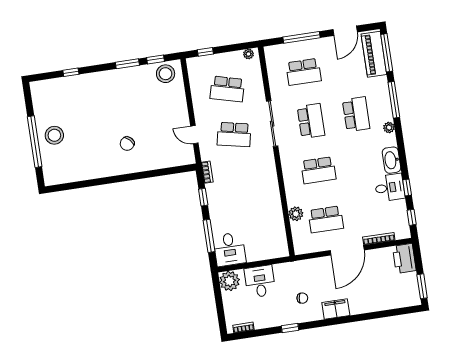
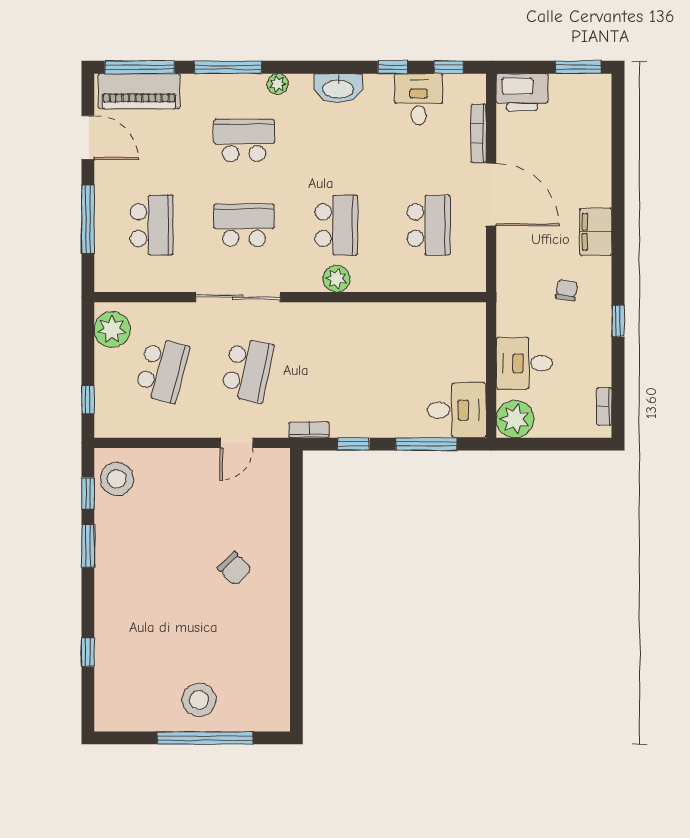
plant: (248, 54) -> (112, 329), width x1.88, depth x1.88
desk: (390, 188) -> (419, 99), moved
plant: (296, 214) -> (336, 279), moved

